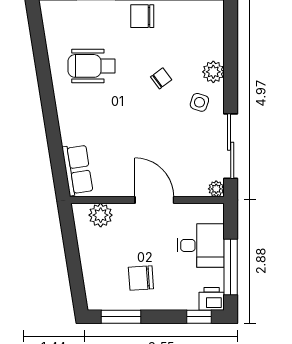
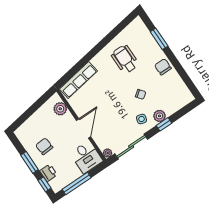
window: (231, 74) -> (164, 124), added
row of seats: (77, 170) -> (78, 80), width x1.48
desk: (201, 245) -> (86, 157), moved
printer: (212, 299) -> (48, 173), moved
window: (121, 317) -> (30, 162), moved

